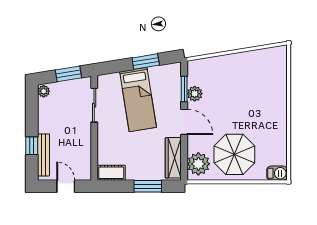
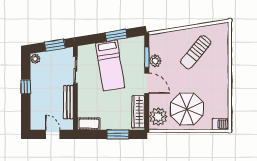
sun lounger: (246, 83) -> (196, 52), added
window: (32, 146) -> (26, 87), moved
bench: (44, 155) -> (68, 102), moved

